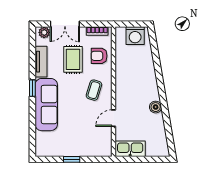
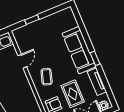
window: (72, 159) -> (32, 20), moved

